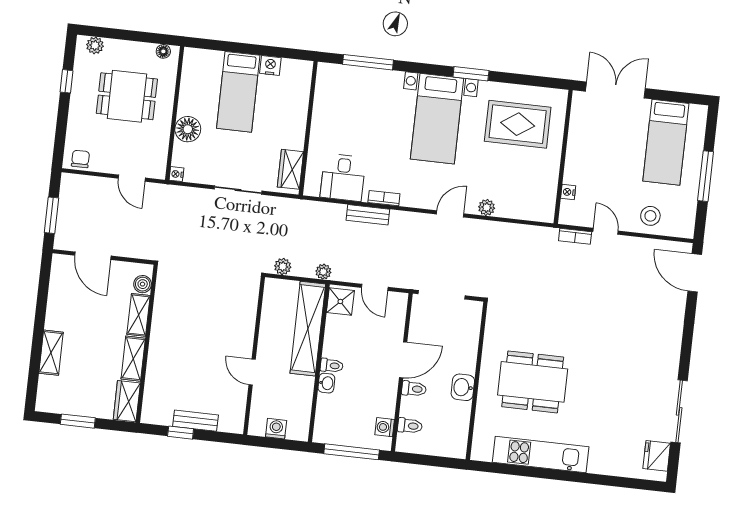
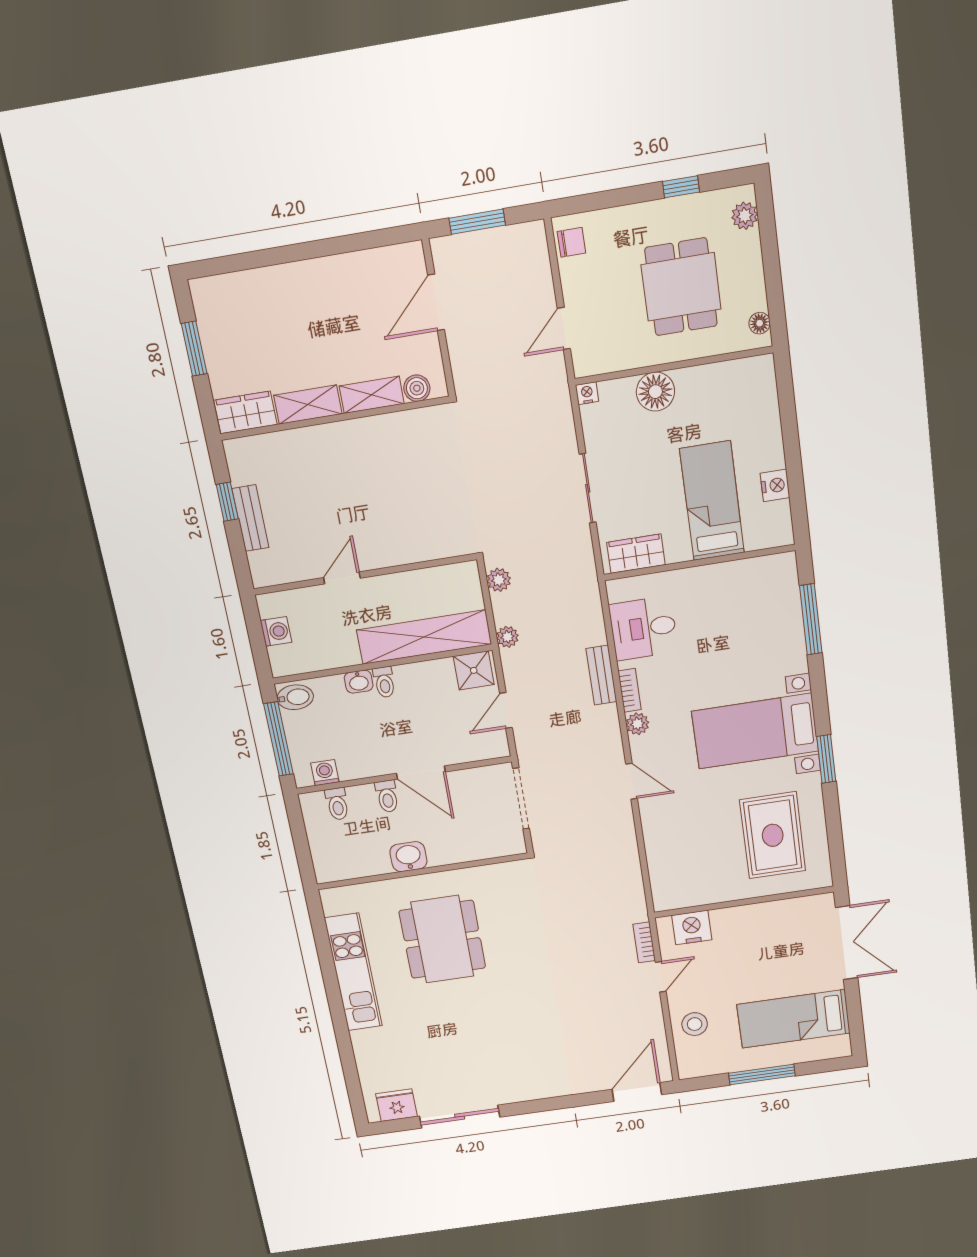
bed: (238, 92) -> (712, 501), moved, turned 90
nightstand: (568, 192) -> (692, 927), width x1.89, depth x1.79
plant: (487, 207) -> (637, 724), moved
shelving: (51, 353) -> (278, 280), removed
bidet: (325, 430) -> (295, 697), added

